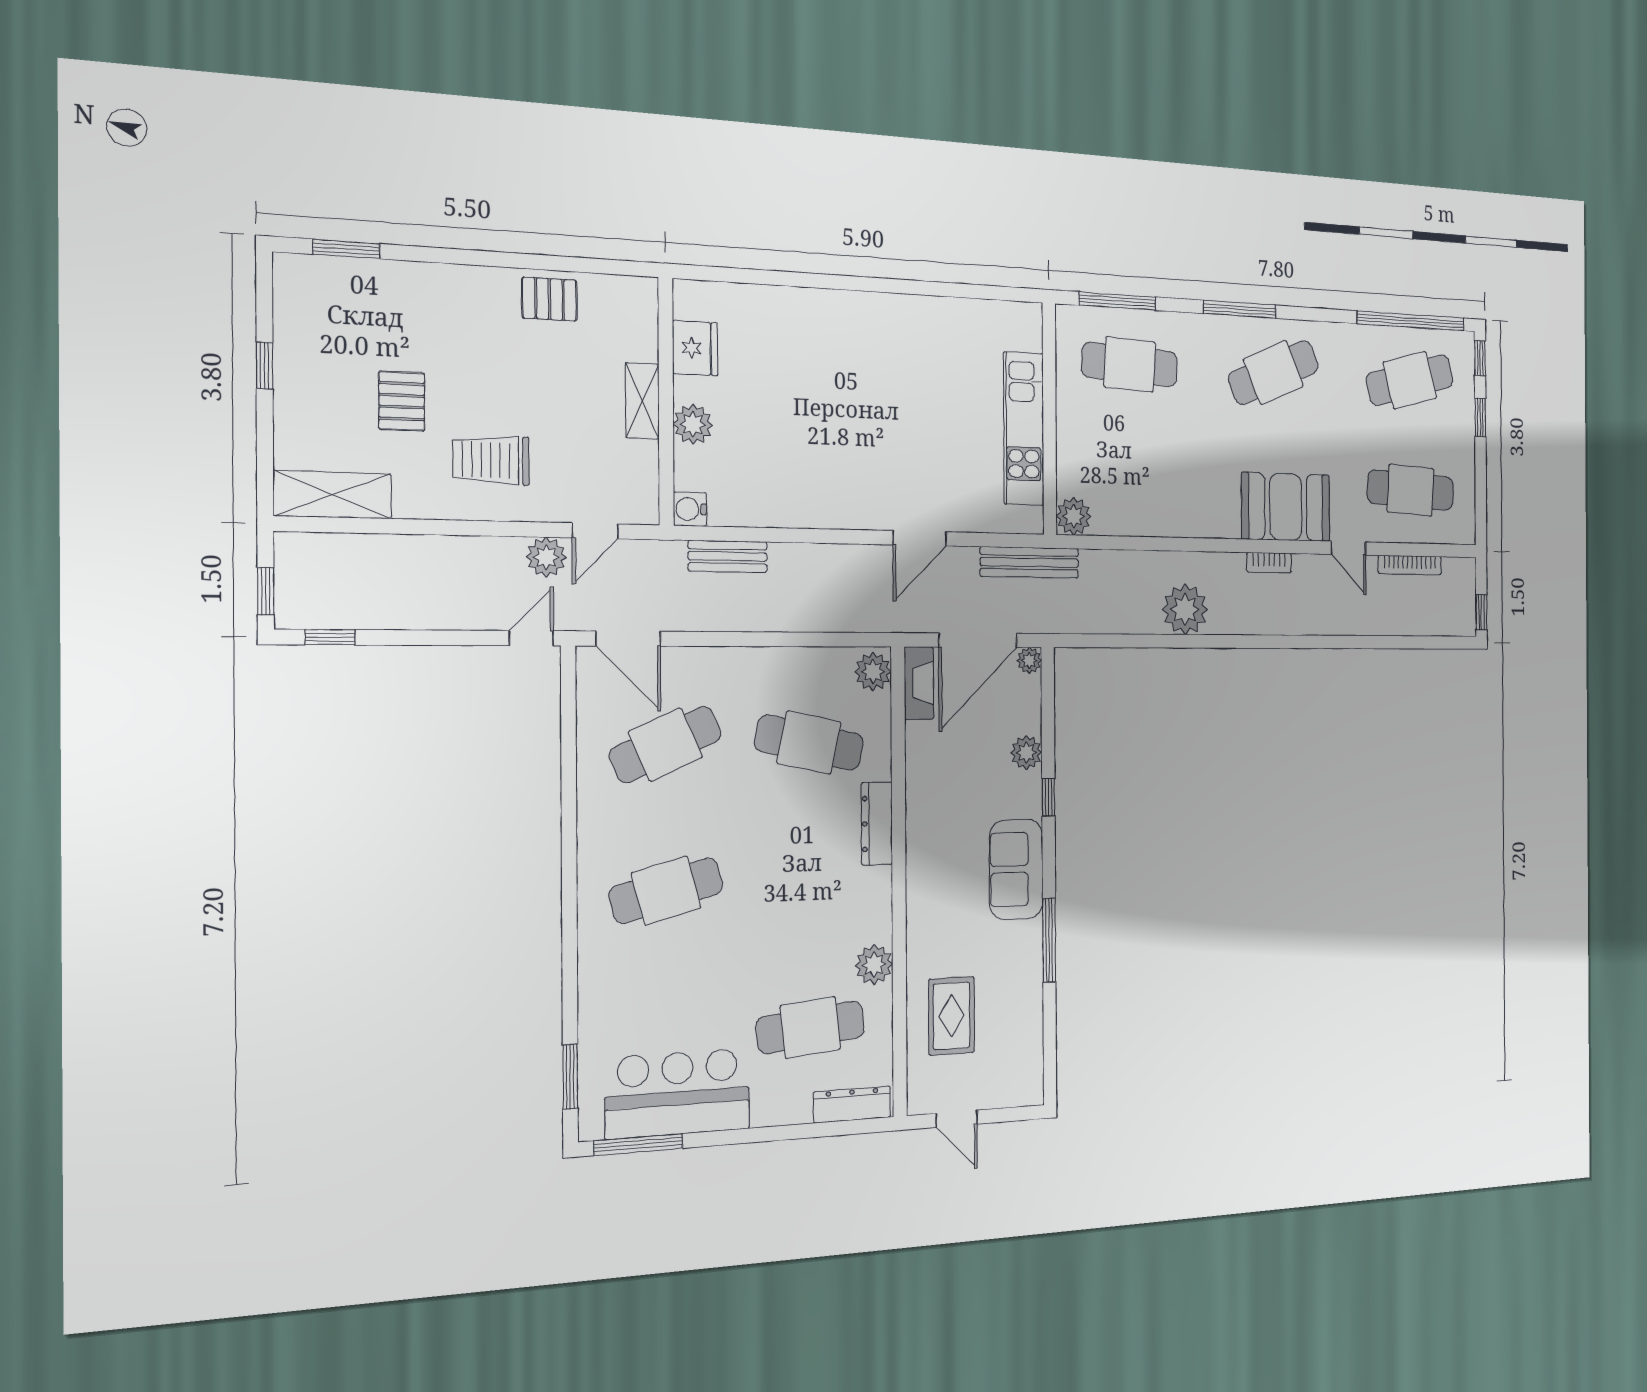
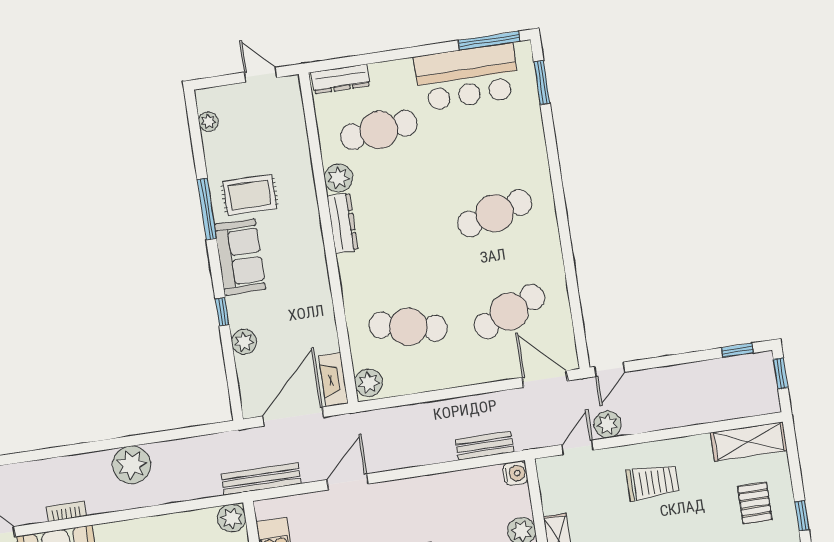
pallet: (402, 401) -> (755, 503), moved
plant: (1029, 660) -> (208, 122), moved
dresser: (877, 824) -> (343, 223), moved
rug: (952, 1016) -> (250, 195), moved, turned 90

